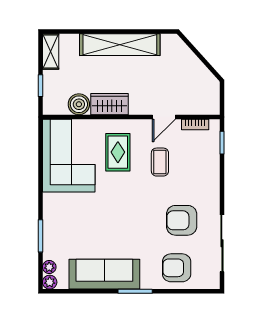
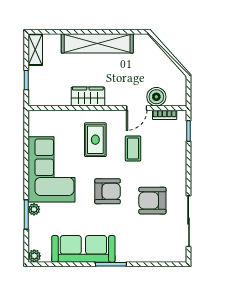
boiler: (79, 104) -> (156, 97), moved
corner sofa: (69, 156) -> (51, 169), moved
plant: (49, 267) -> (34, 209), moved
armchair: (177, 268) -> (108, 191), moved, turned 180

